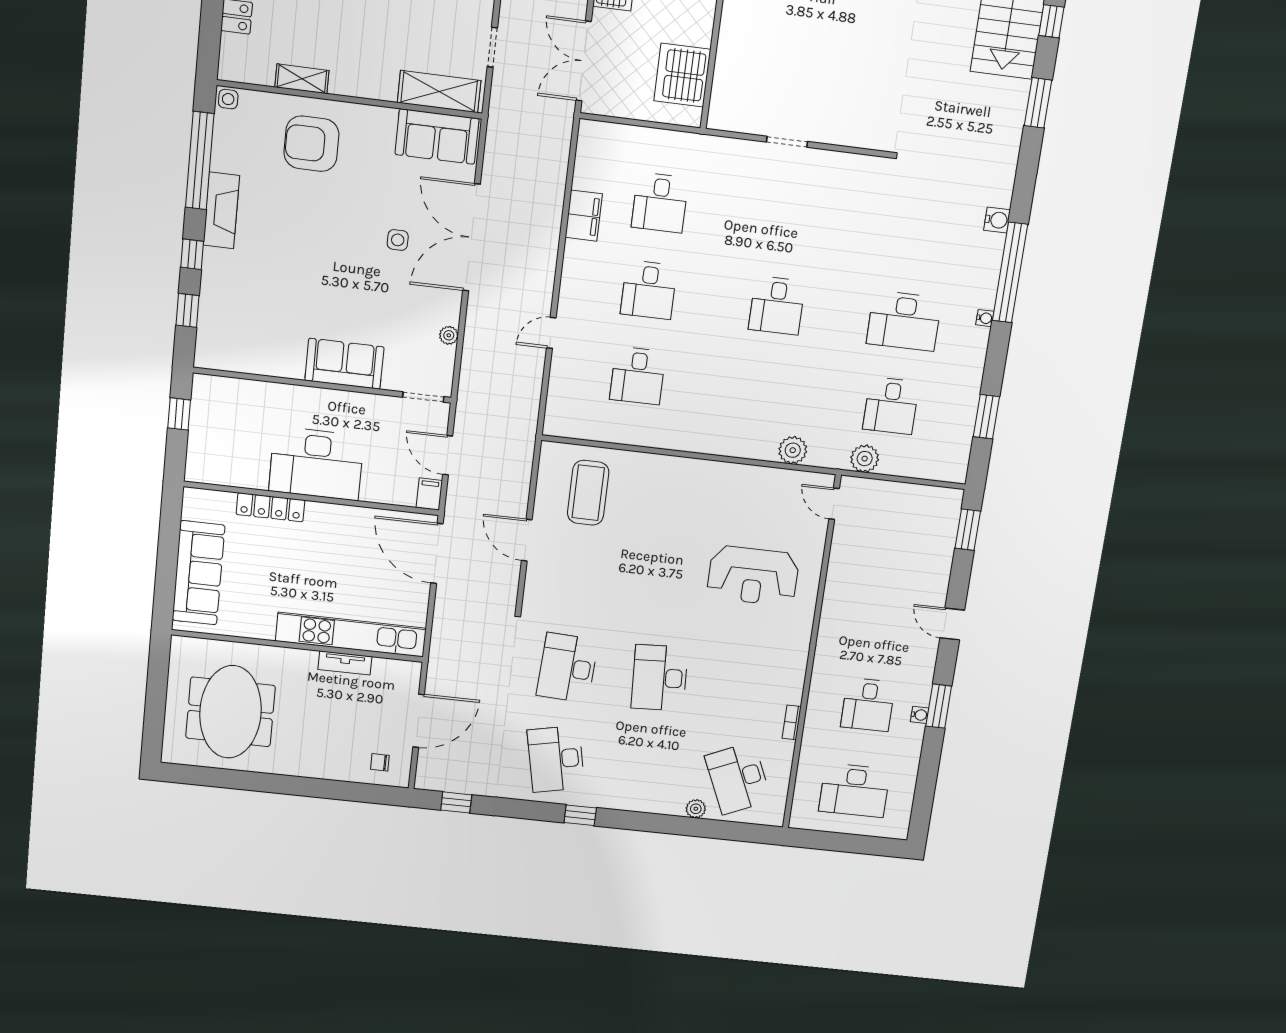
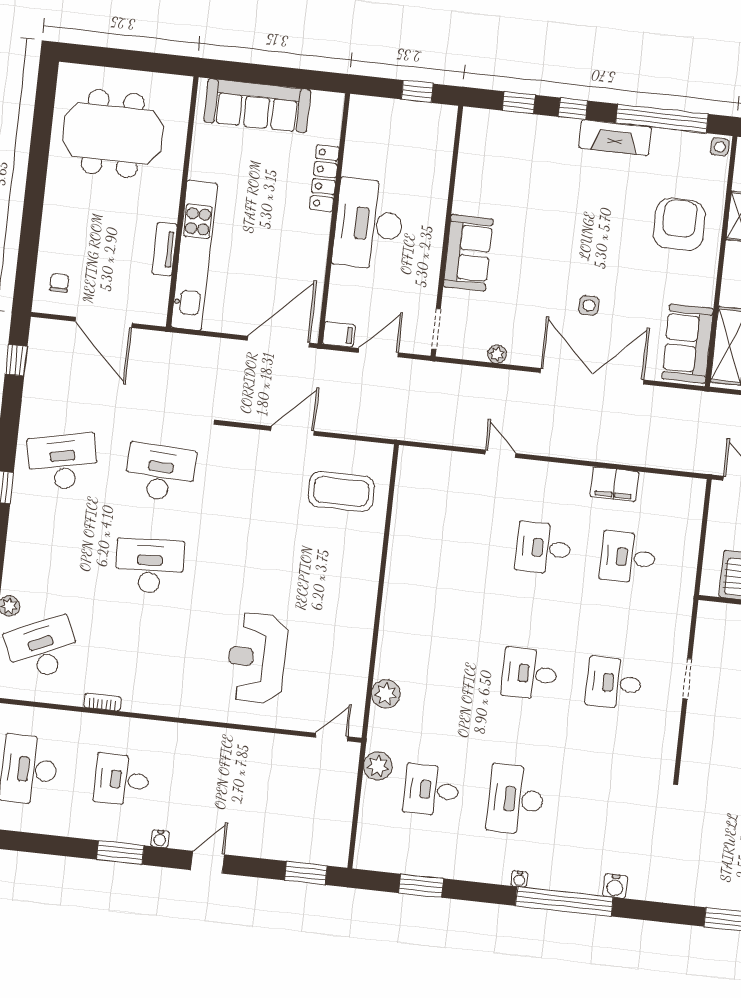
desk: (638, 376) -> (614, 683), moved
water cooler: (920, 715) -> (160, 839), moved

